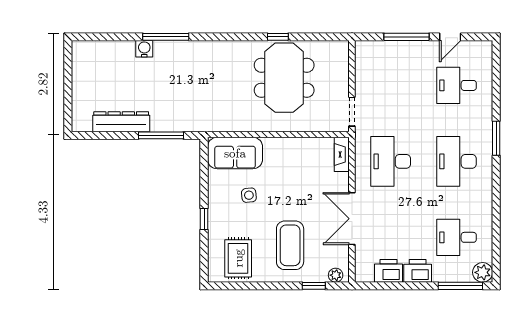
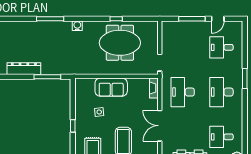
water cooler: (144, 49) -> (77, 26), moved
meeting table: (284, 78) -> (120, 43), turned 90
sofa: (235, 153) -> (111, 87), moved

